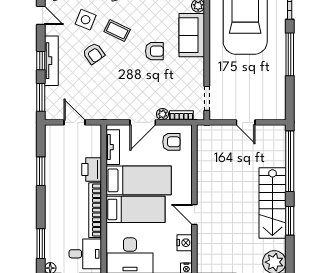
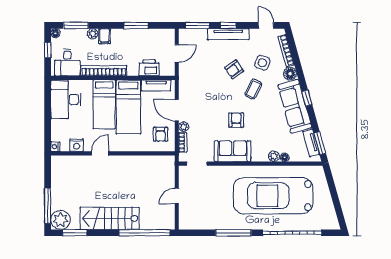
door: (41, 15) -> (266, 25), swing flipped
sofa: (192, 35) -> (233, 151), moved
armchair: (154, 51) -> (236, 120), turned 180
printer: (92, 169) -> (149, 68), moved
filing cabinet: (54, 209) -> (105, 36), added
window: (290, 221) -> (75, 233), moved
plant: (51, 223) -> (93, 34), added

